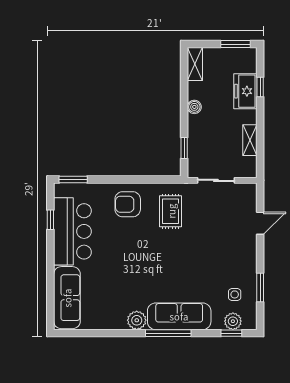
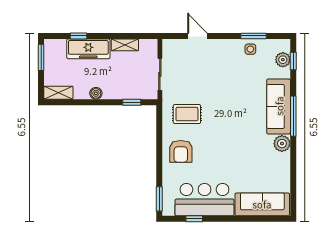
freezer: (245, 91) -> (88, 49), width x1.40
side table: (235, 294) -> (250, 49), moved

